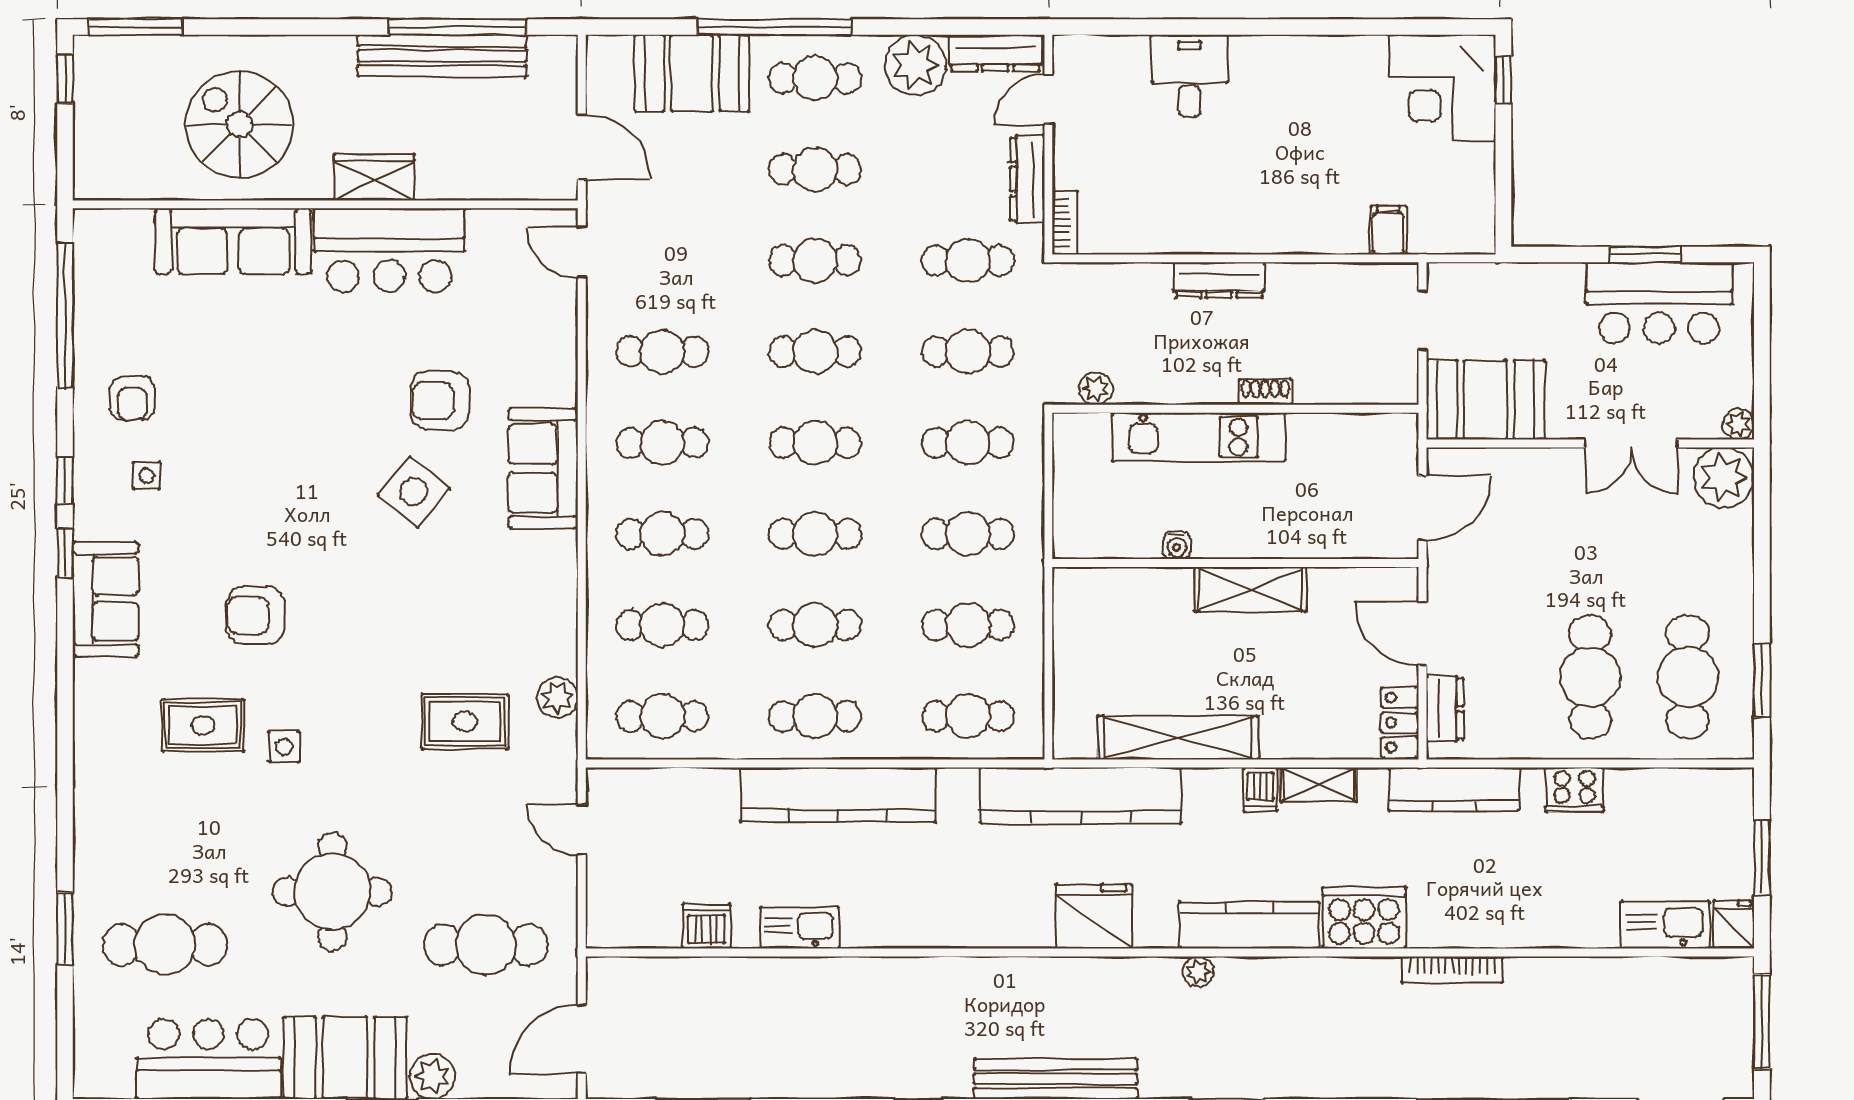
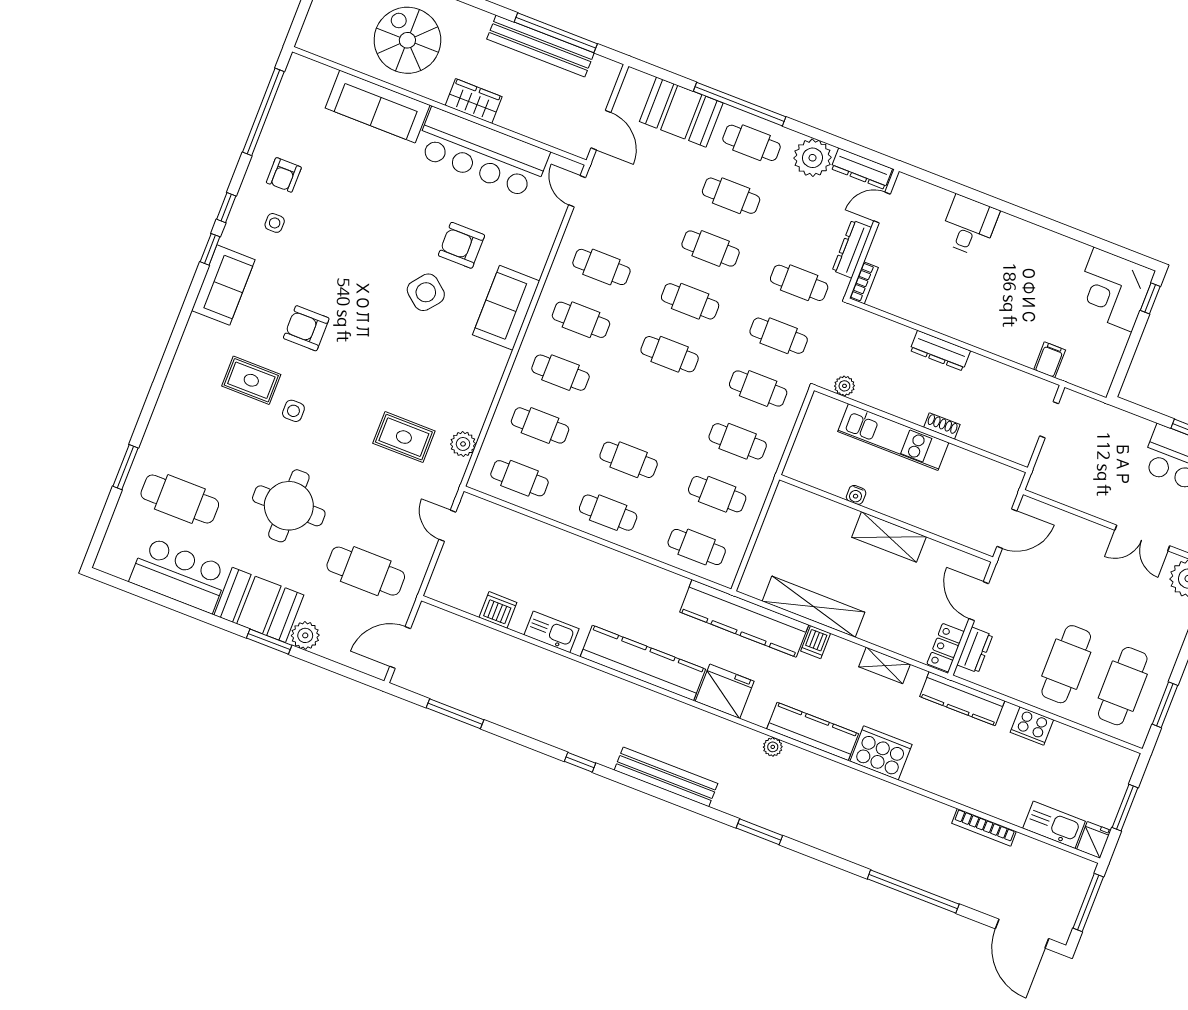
bar counter: (389, 250) -> (482, 153), width x1.36
booth: (1486, 400) -> (1068, 480), removed
cafe table: (815, 534) -> (649, 407), removed
dishwasher: (1260, 790) -> (816, 642), moved
kitchen counter: (838, 795) -> (643, 663), moved, turned 180
bookcase: (1452, 969) -> (984, 827), moved

